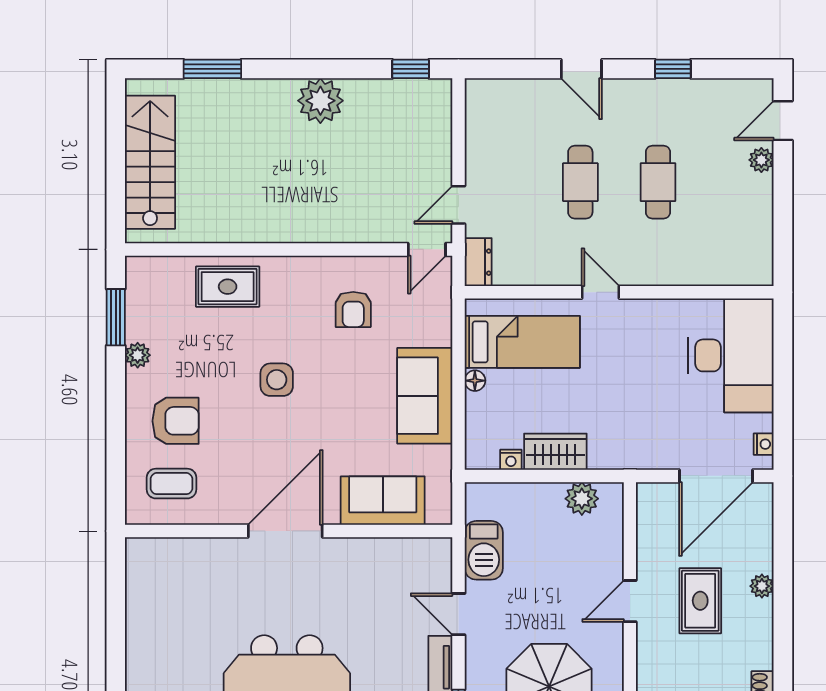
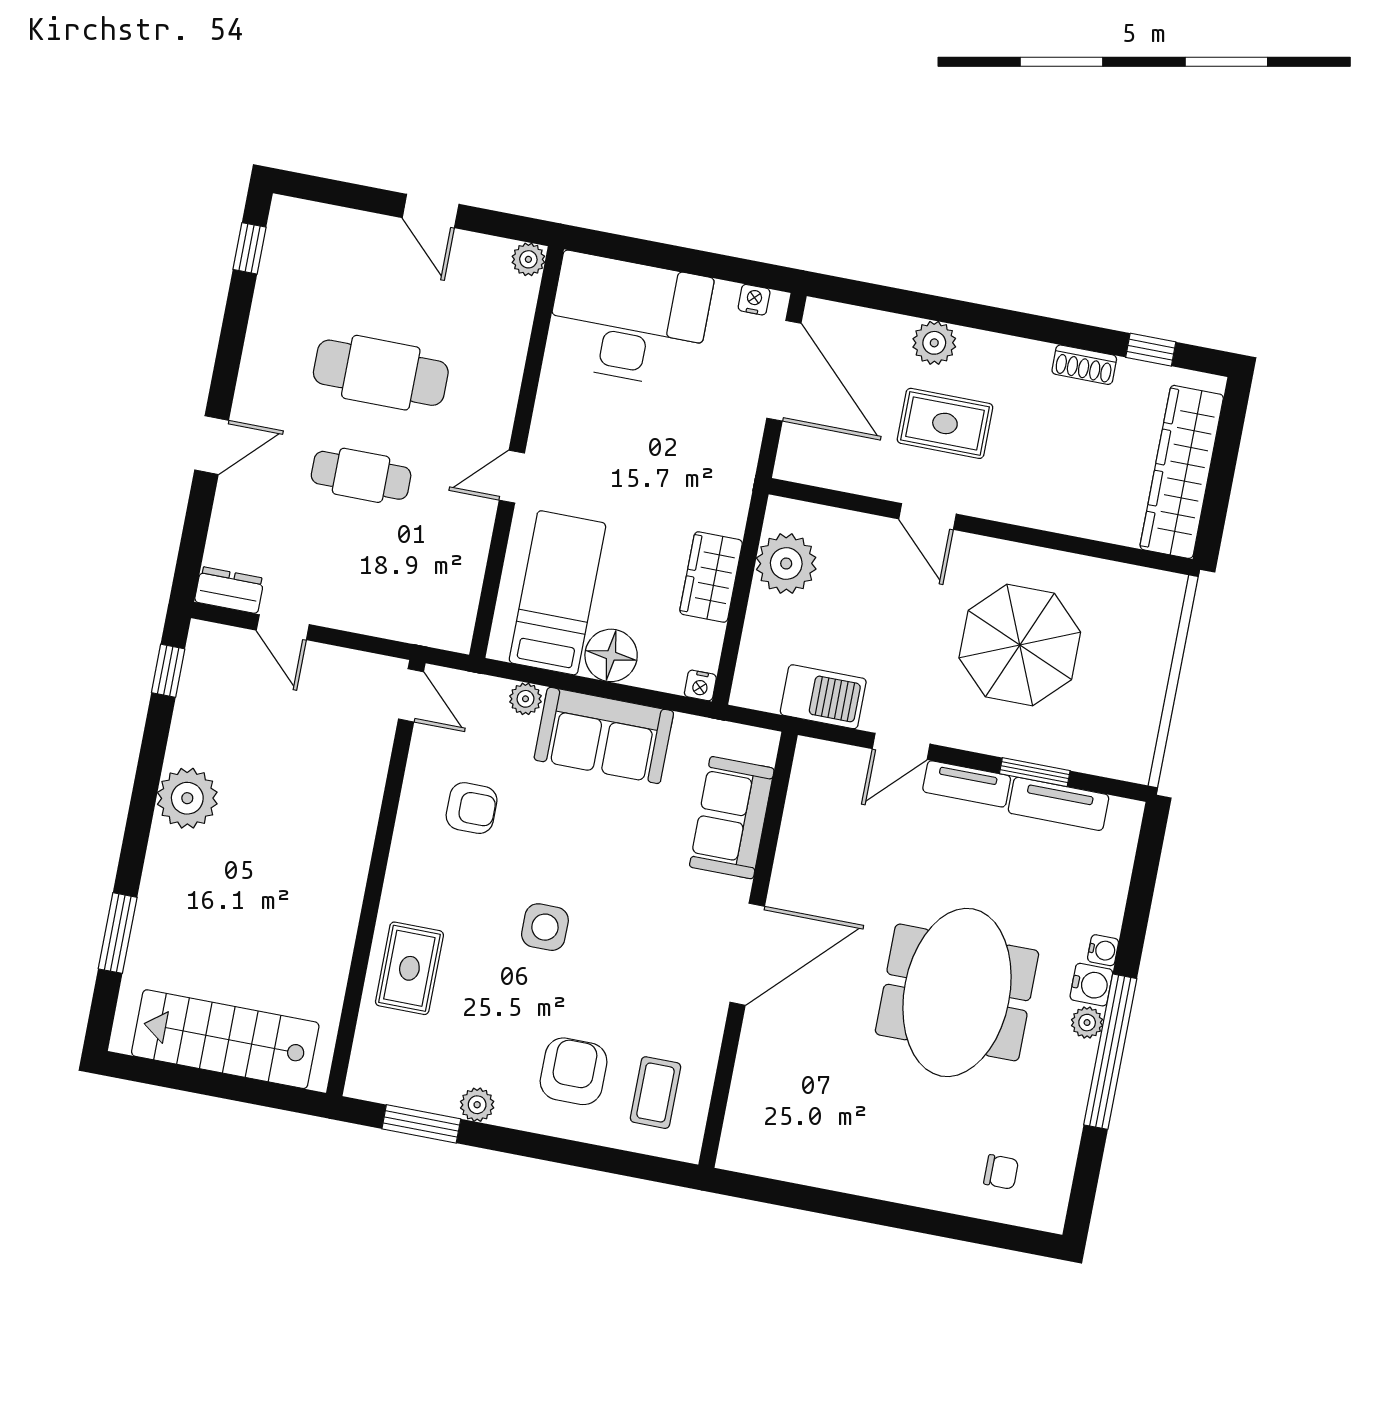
window: (673, 69) -> (250, 248), moved
door: (783, 121) -> (431, 211), moved
plant: (761, 160) -> (528, 259), moved
cafe table: (658, 182) -> (381, 373), width x1.37, depth x1.35
door: (458, 205) -> (283, 627), moved
dresser: (478, 262) -> (229, 590), moved
plant: (440, 333) -> (526, 699), added
floor lamp: (475, 381) -> (611, 655), width x1.89, depth x1.89
nightstand: (511, 460) -> (700, 685), moved, turned 90
plant: (582, 499) -> (786, 563), width x1.36, depth x1.36
door: (285, 531) -> (747, 954), swing flipped
plant: (762, 586) -> (934, 343), width x1.38, depth x1.38

